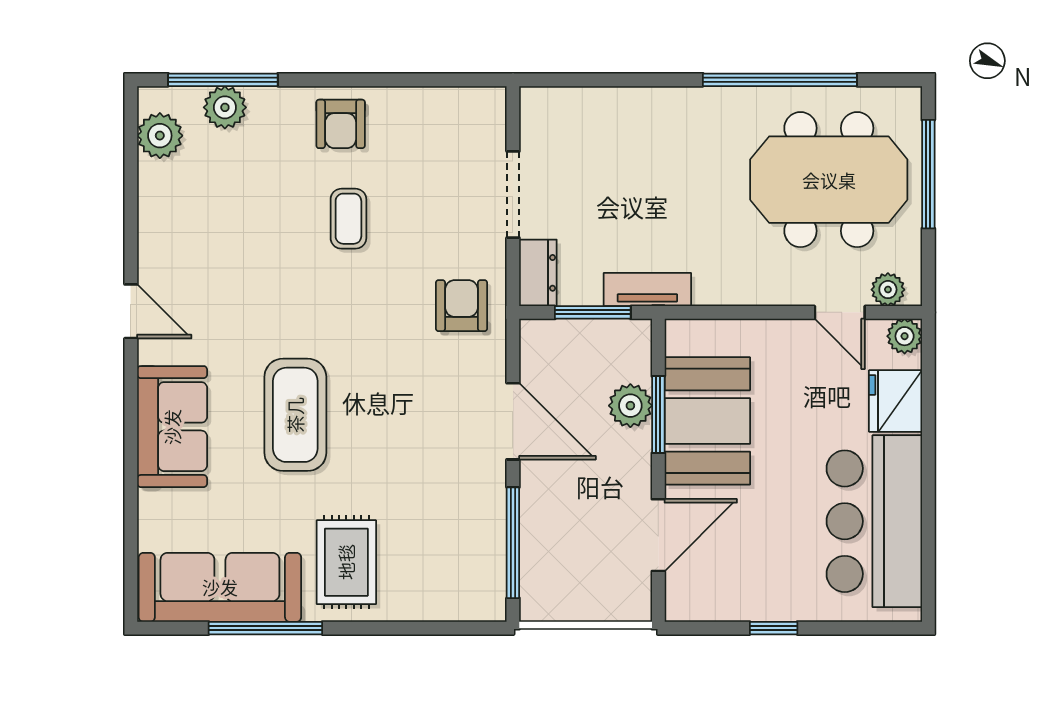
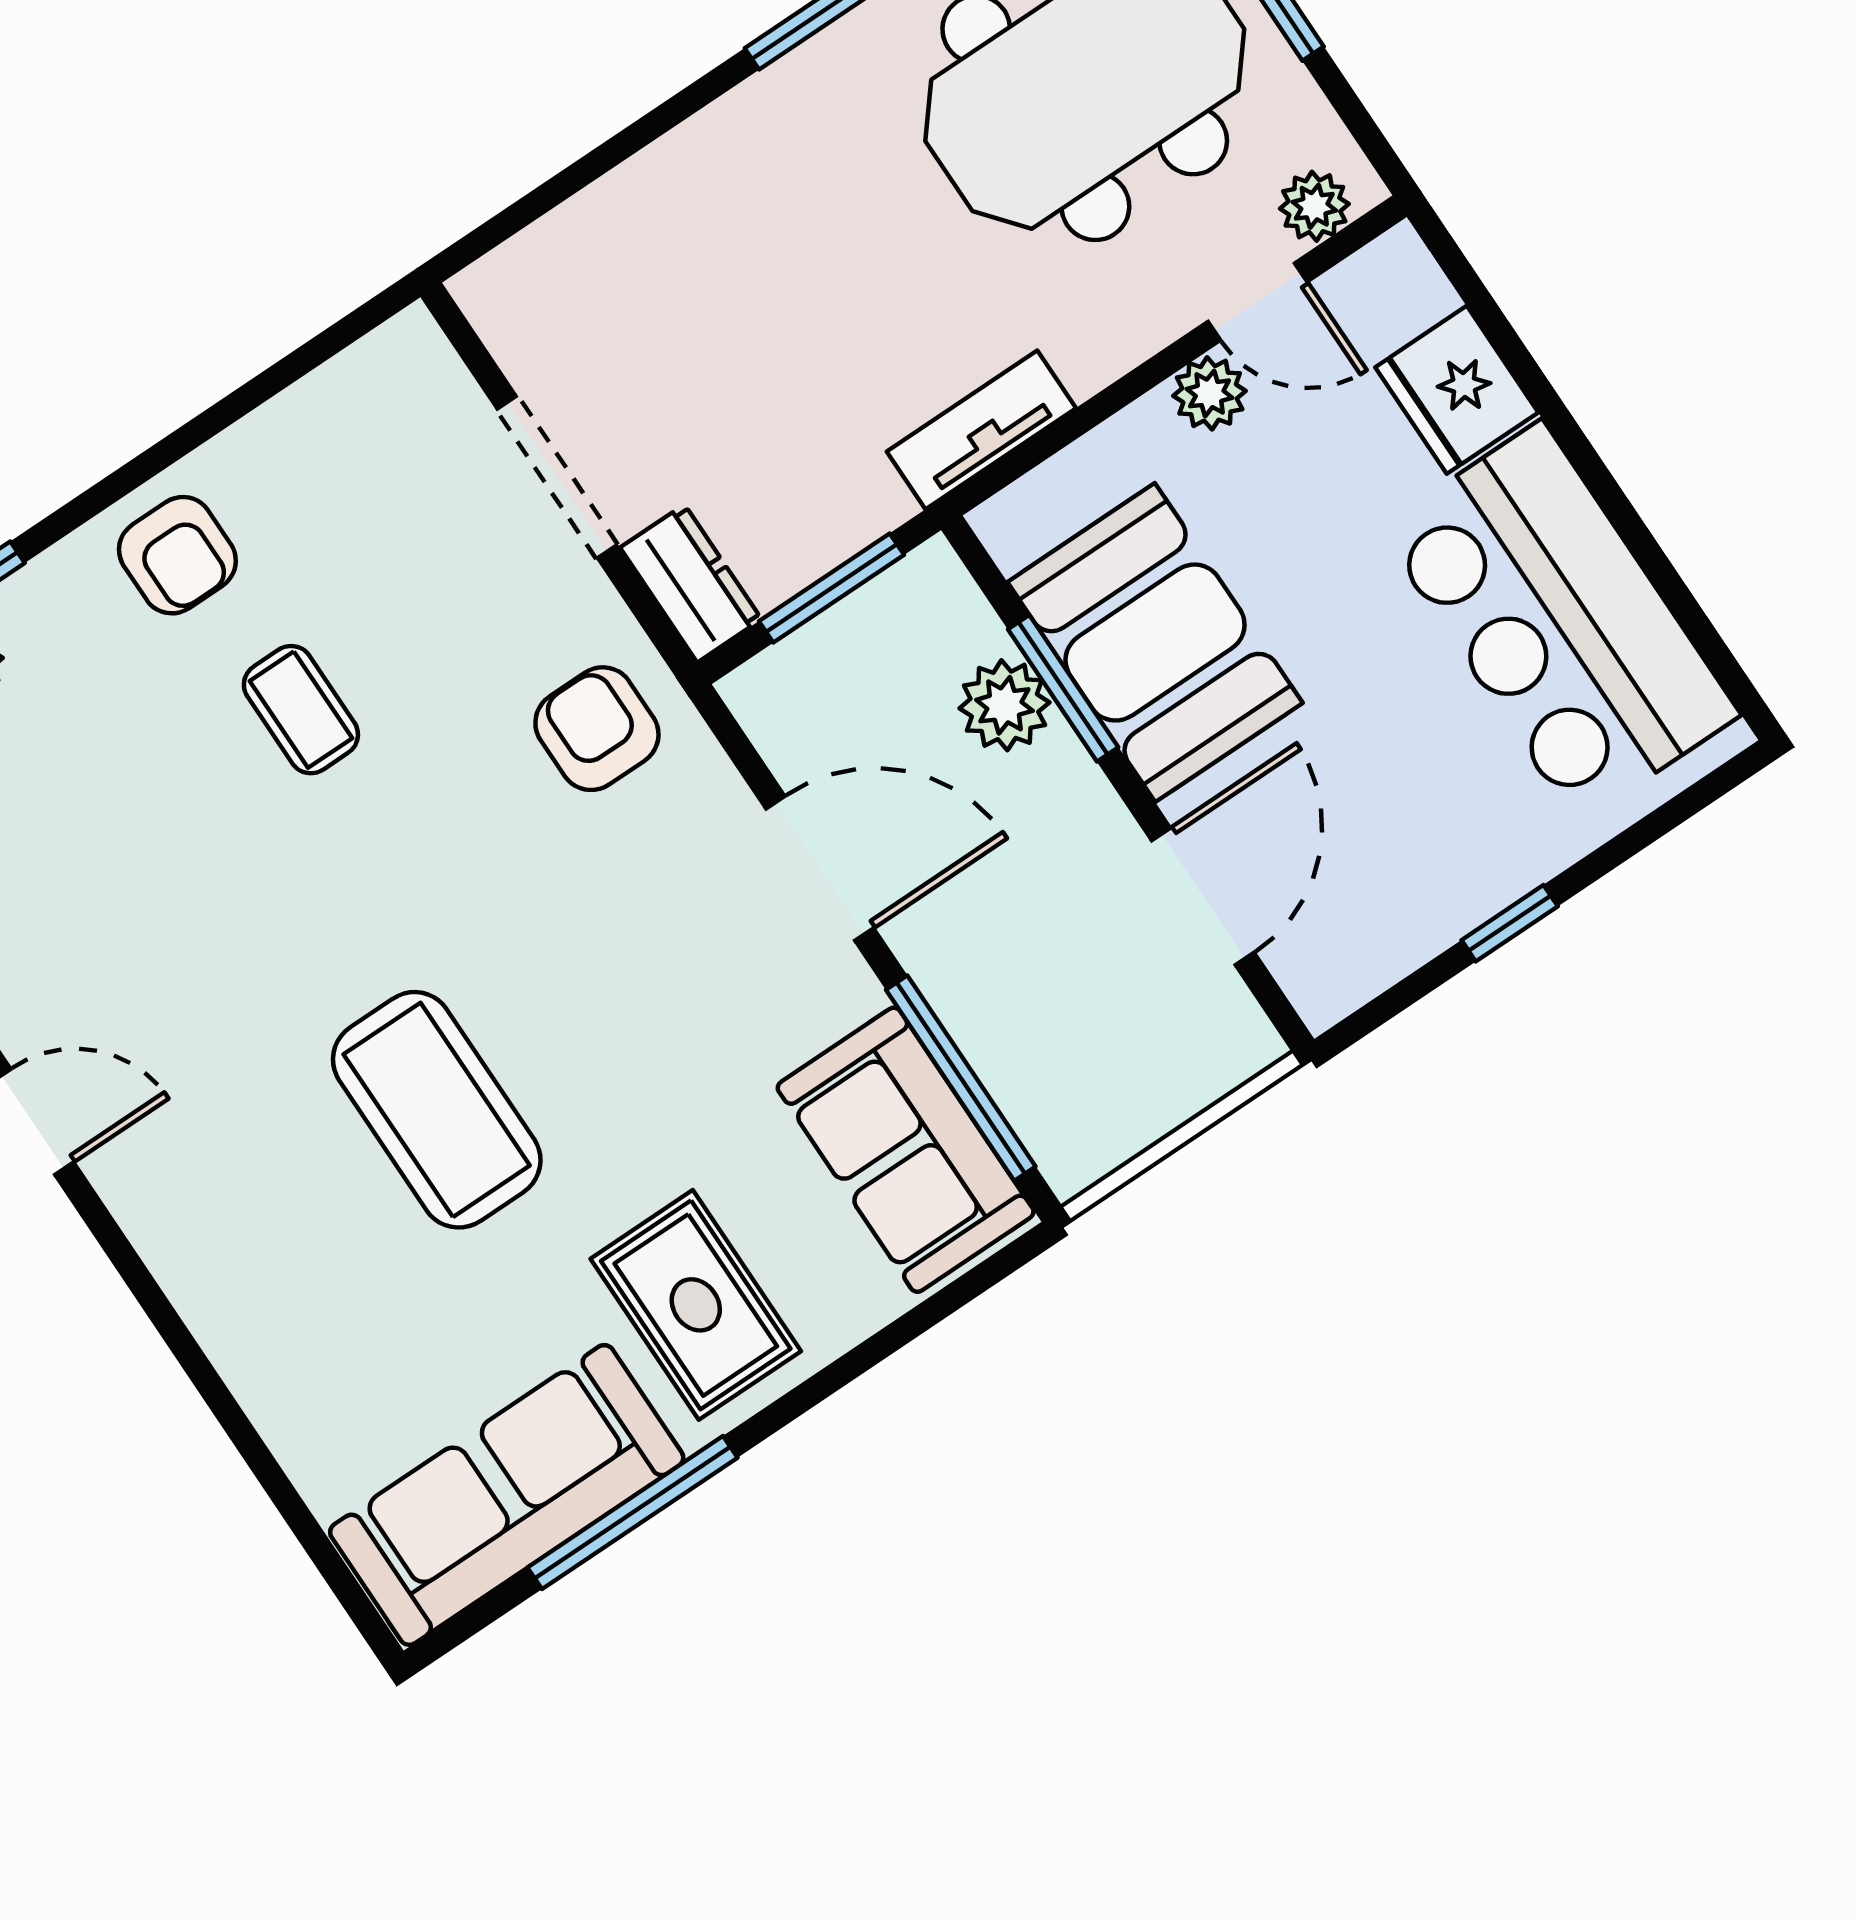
tv unit: (647, 290) -> (981, 430), moved
plant: (905, 336) -> (1210, 393), moved
sofa: (172, 427) -> (906, 1150), moved, turned 180

